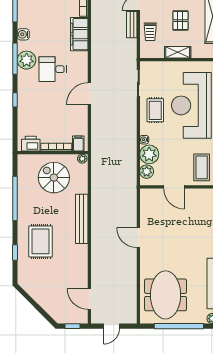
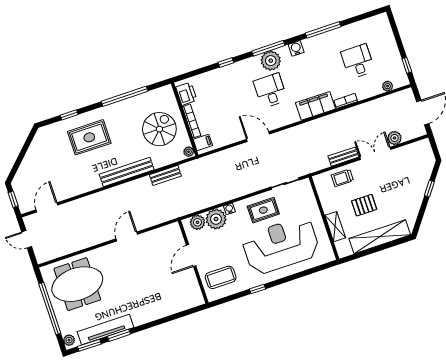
shelving: (178, 52) -> (335, 227), moved
bench: (96, 186) -> (165, 175), added

